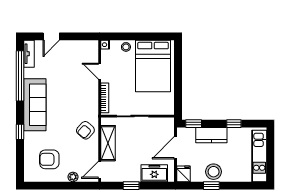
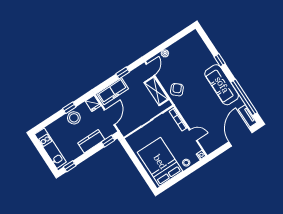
door: (51, 36) -> (240, 137), width x1.88
window: (234, 124) -> (70, 166), moved
armchair: (49, 159) -> (188, 55), removed
freezer: (154, 173) -> (113, 91), width x1.40

